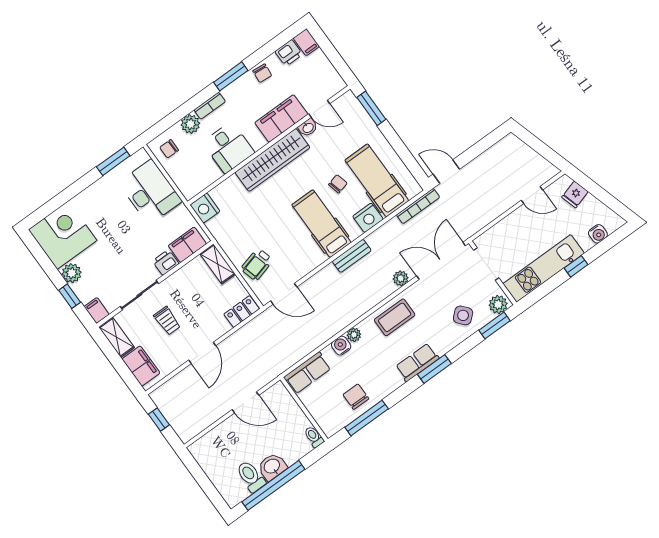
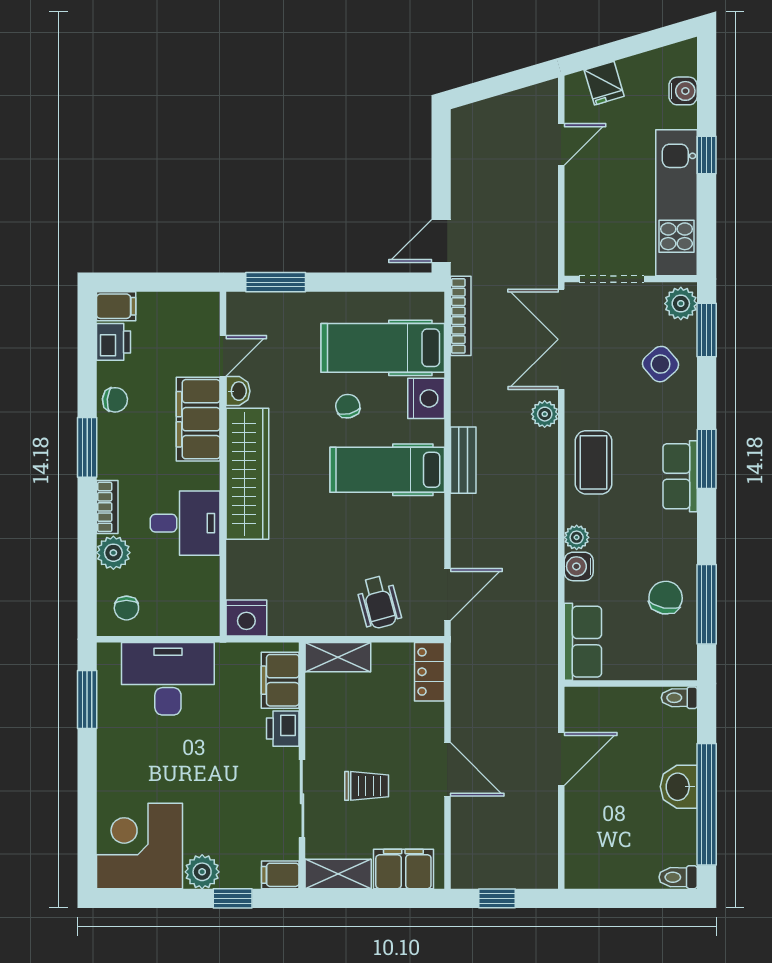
chair: (356, 397) -> (666, 598), turned 101
toilet: (251, 476) -> (678, 877), moved, width x0.73, depth x0.72

